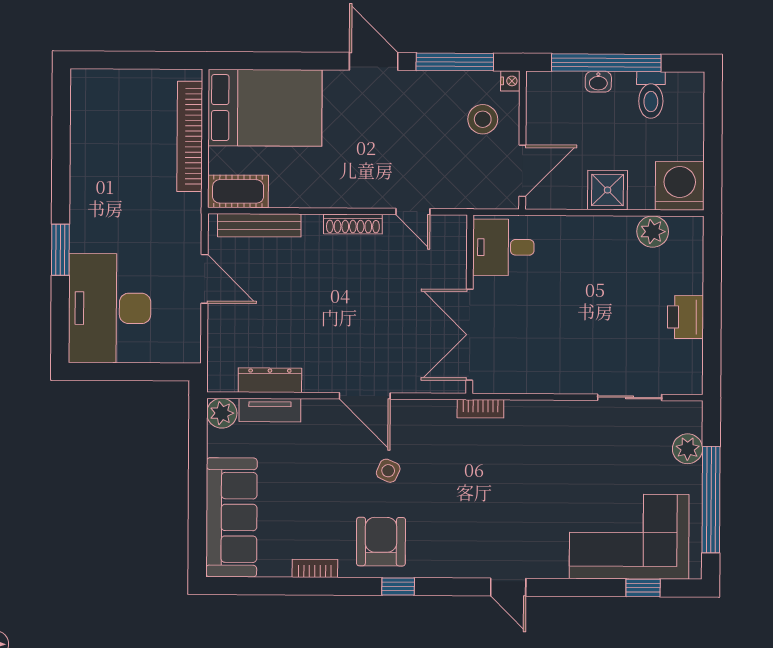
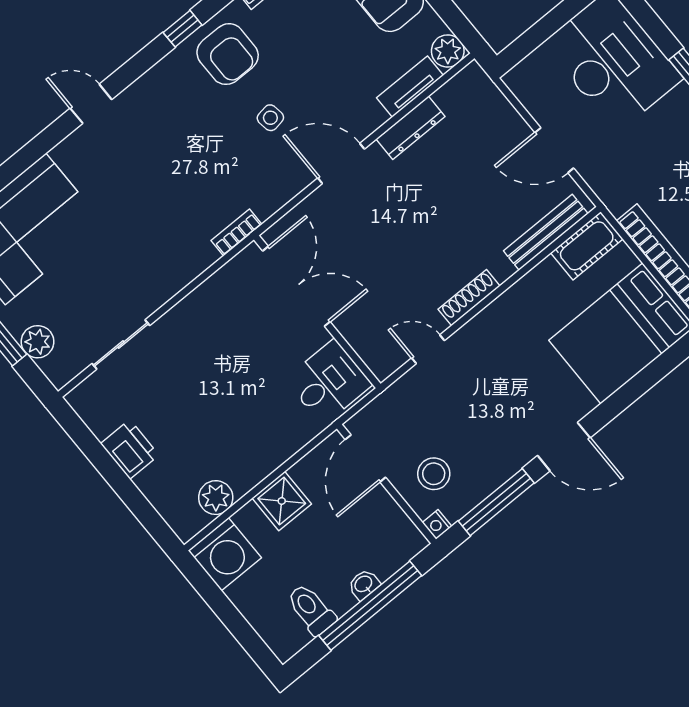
dresser: (270, 380) -> (410, 128), moved
side table: (388, 471) -> (270, 118), turned -33

